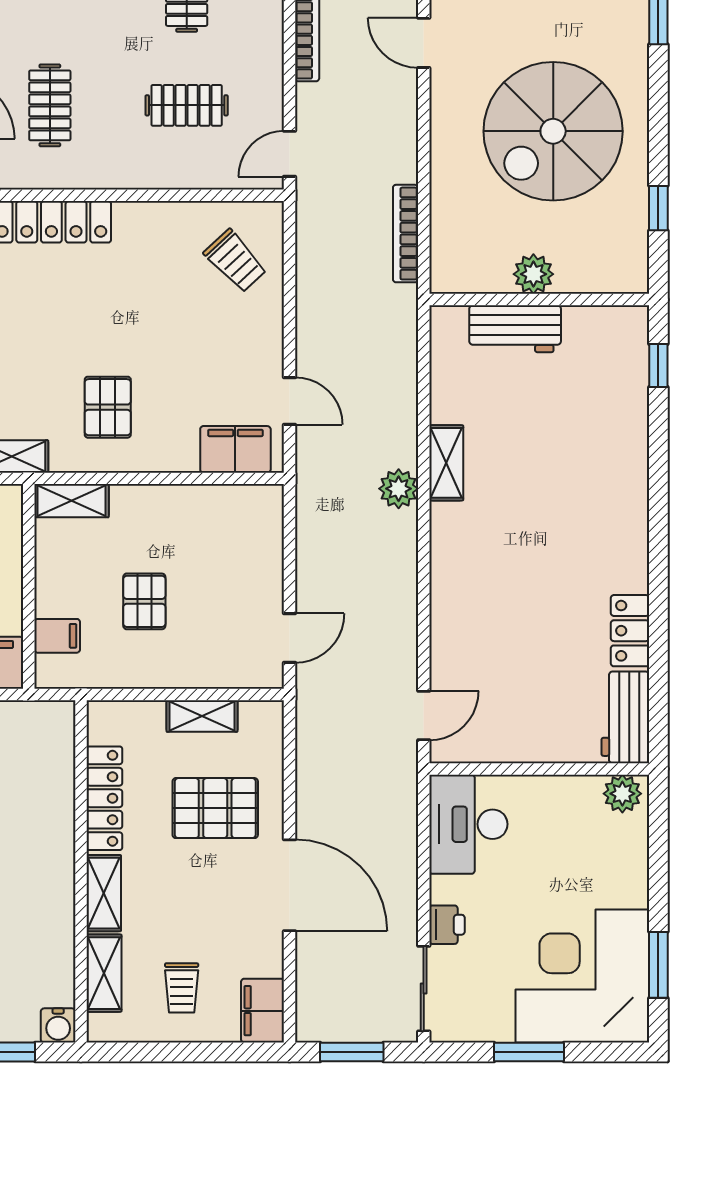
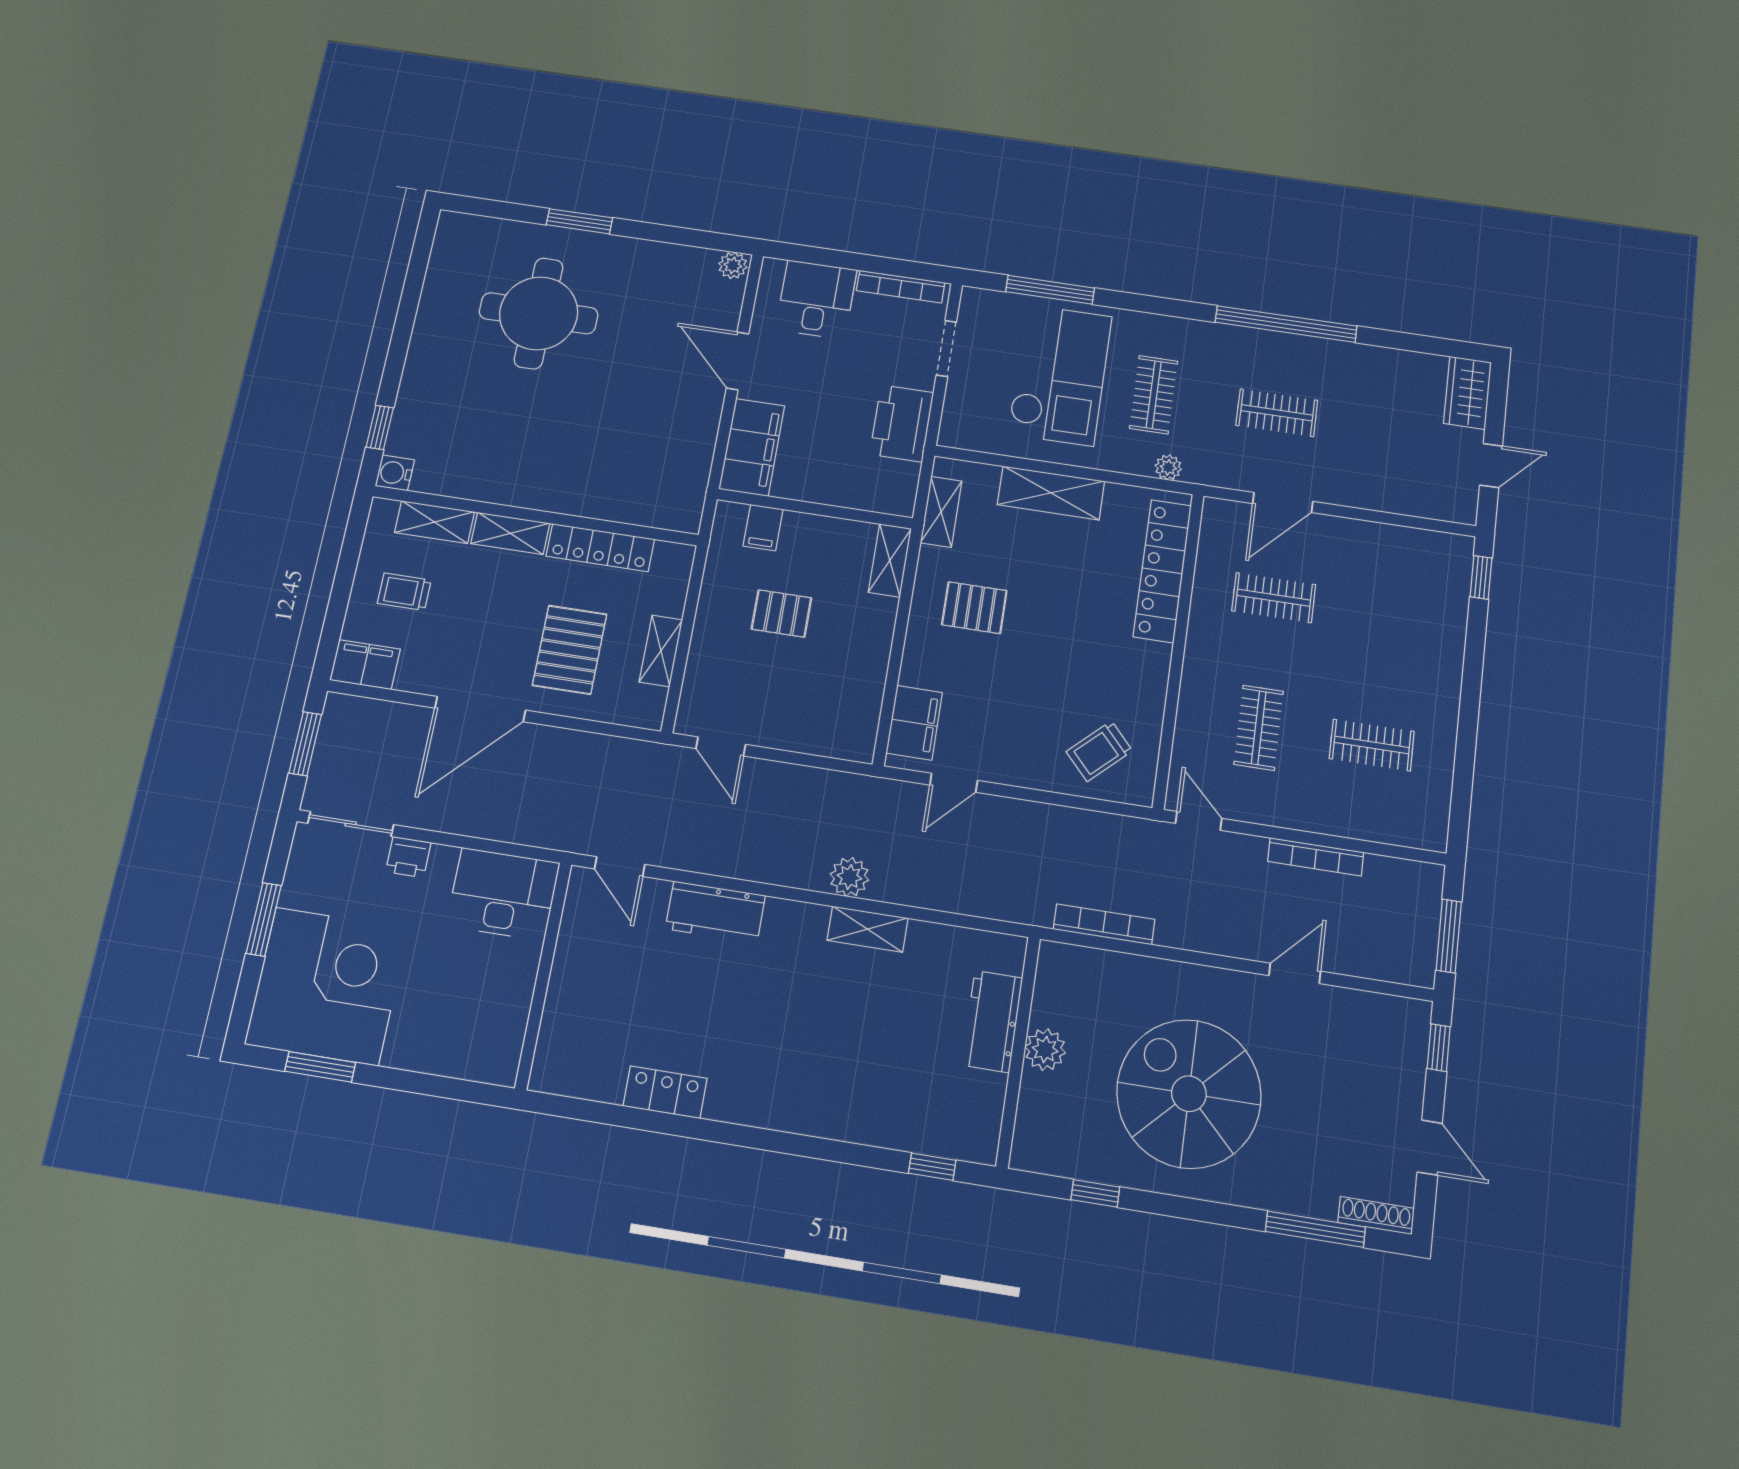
workbench: (625, 717) -> (715, 912), moved, turned 180
plant: (622, 794) -> (501, 1057), removed

